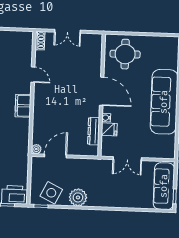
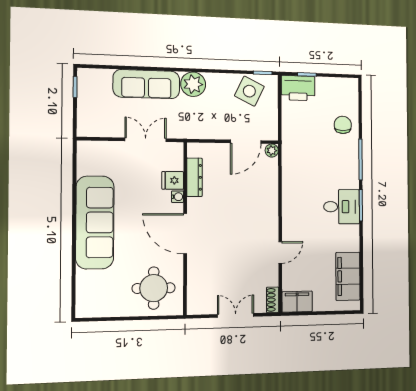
door: (33, 75) -> (280, 252), swing flipped
filing cabinet: (23, 106) -> (297, 302), moved, turned -90
sofa: (164, 186) -> (146, 84), moved, turned 90
plant: (78, 197) -> (193, 84), moved

